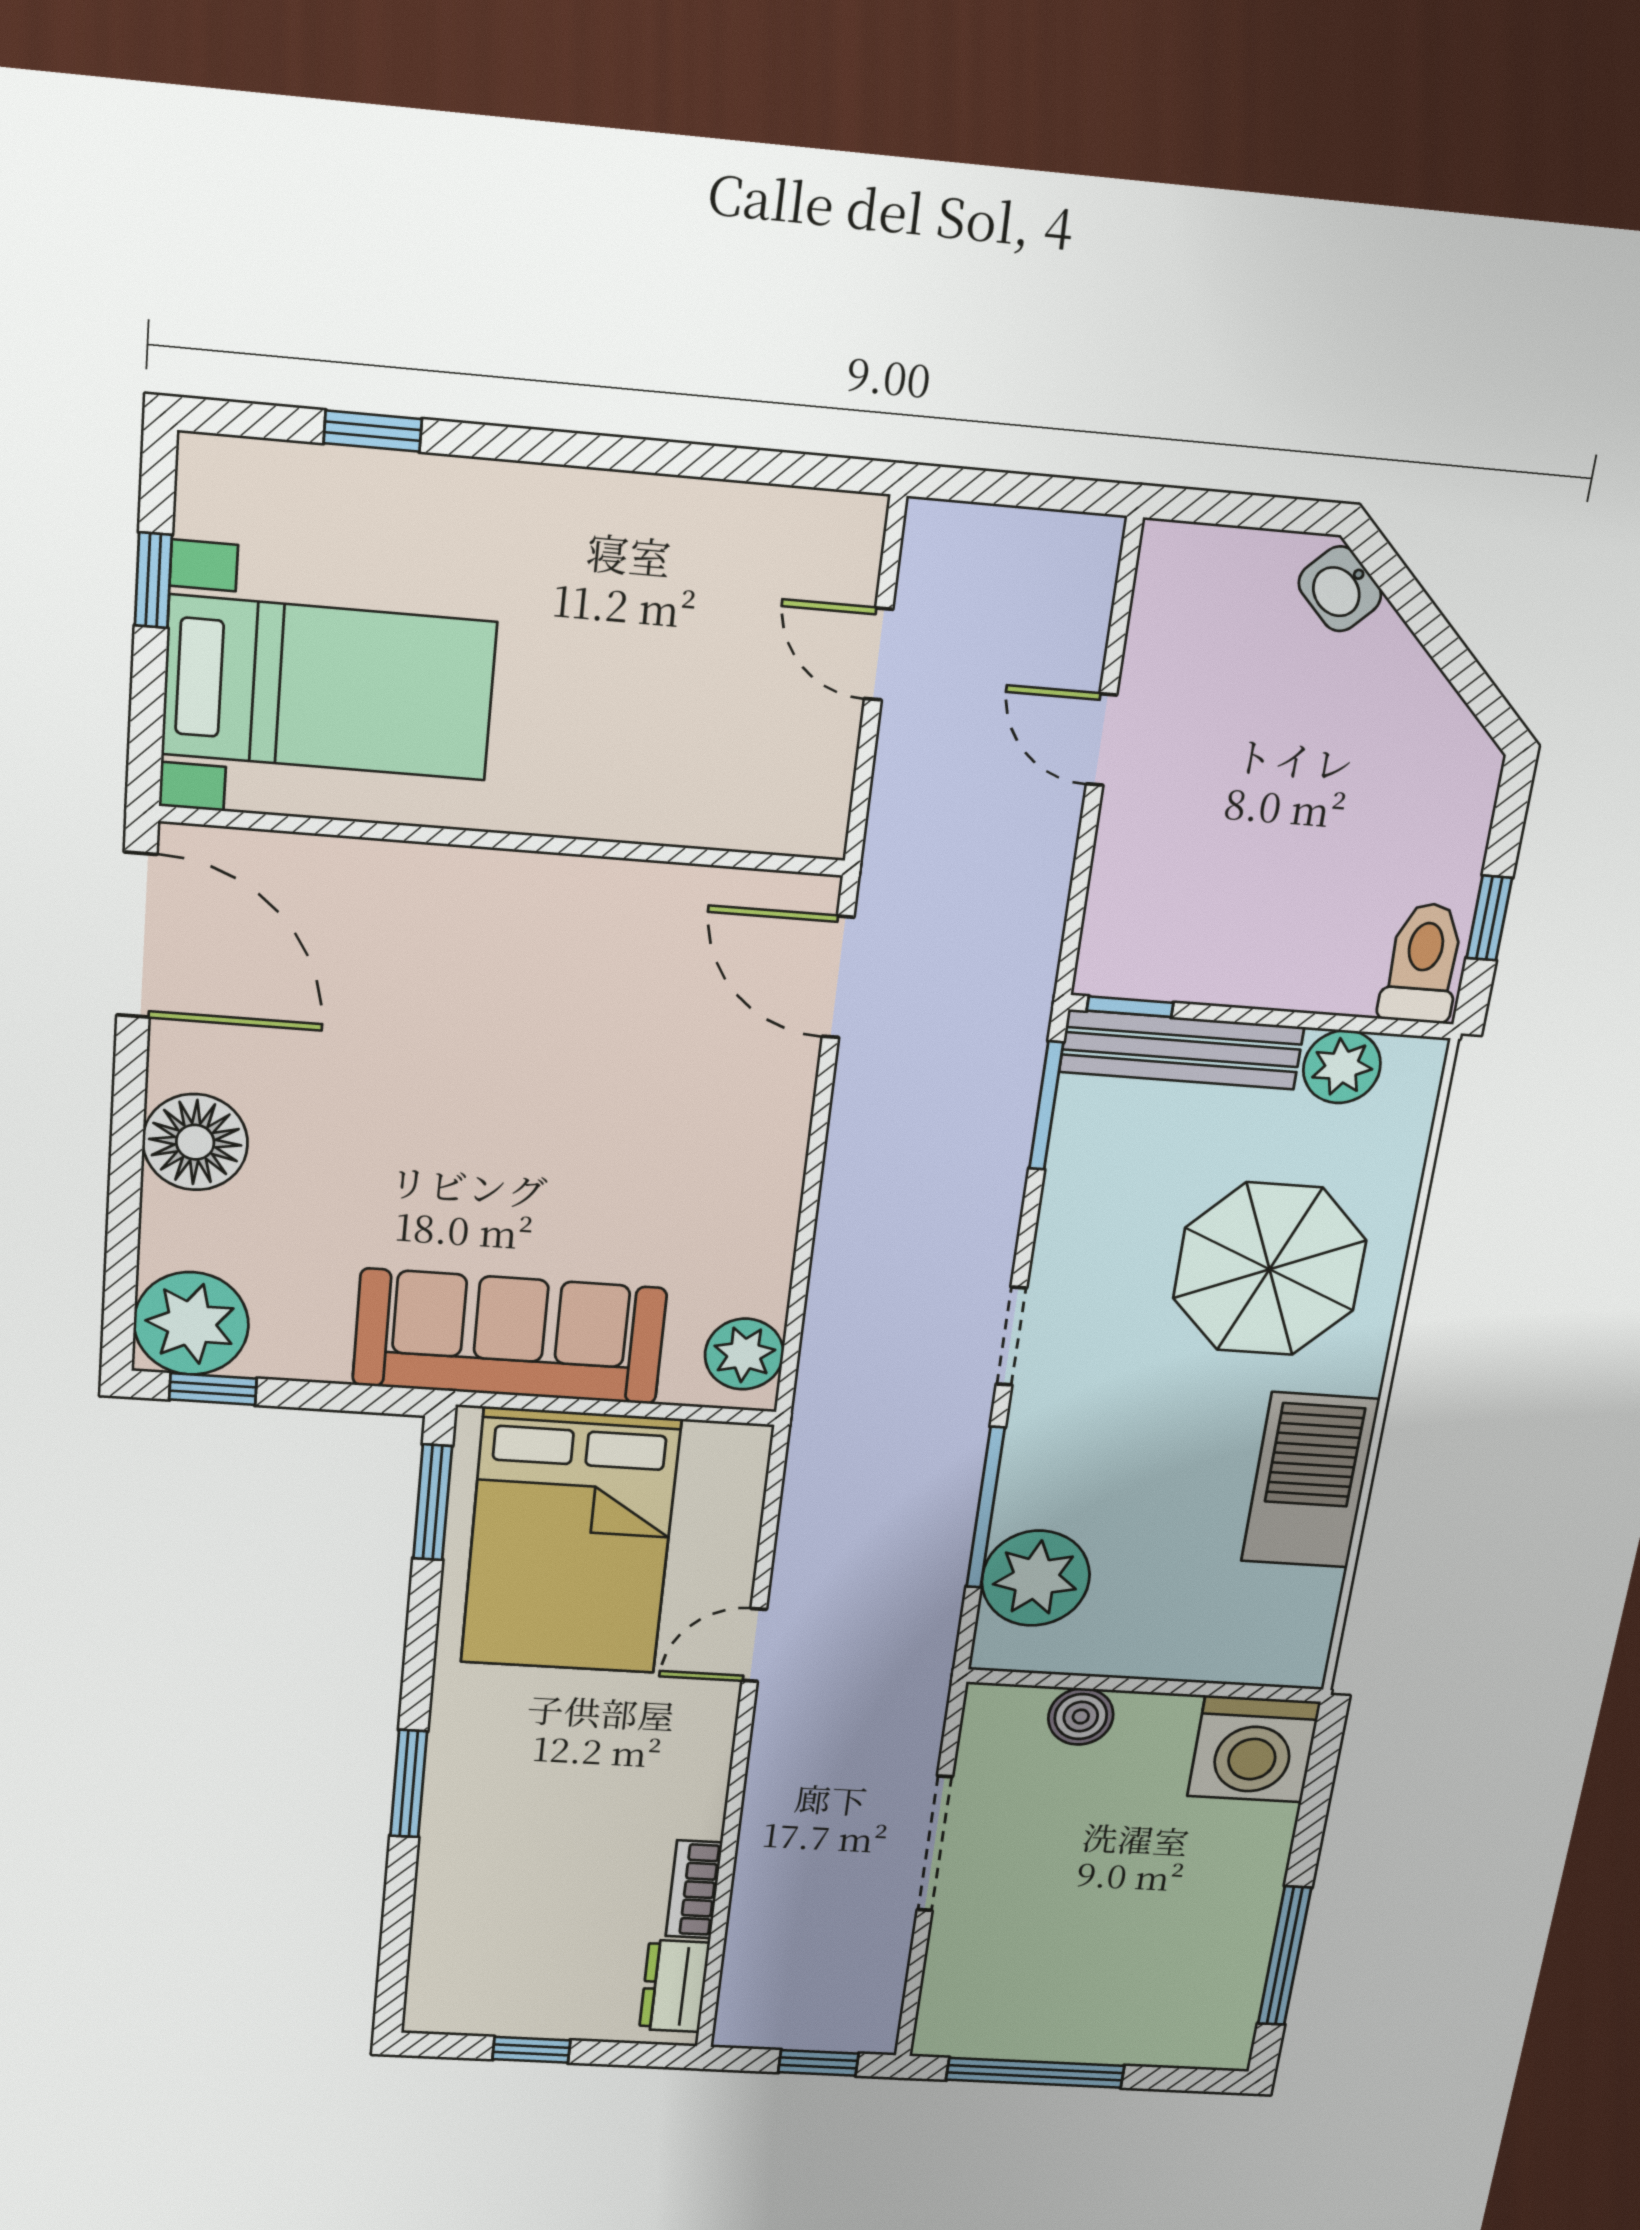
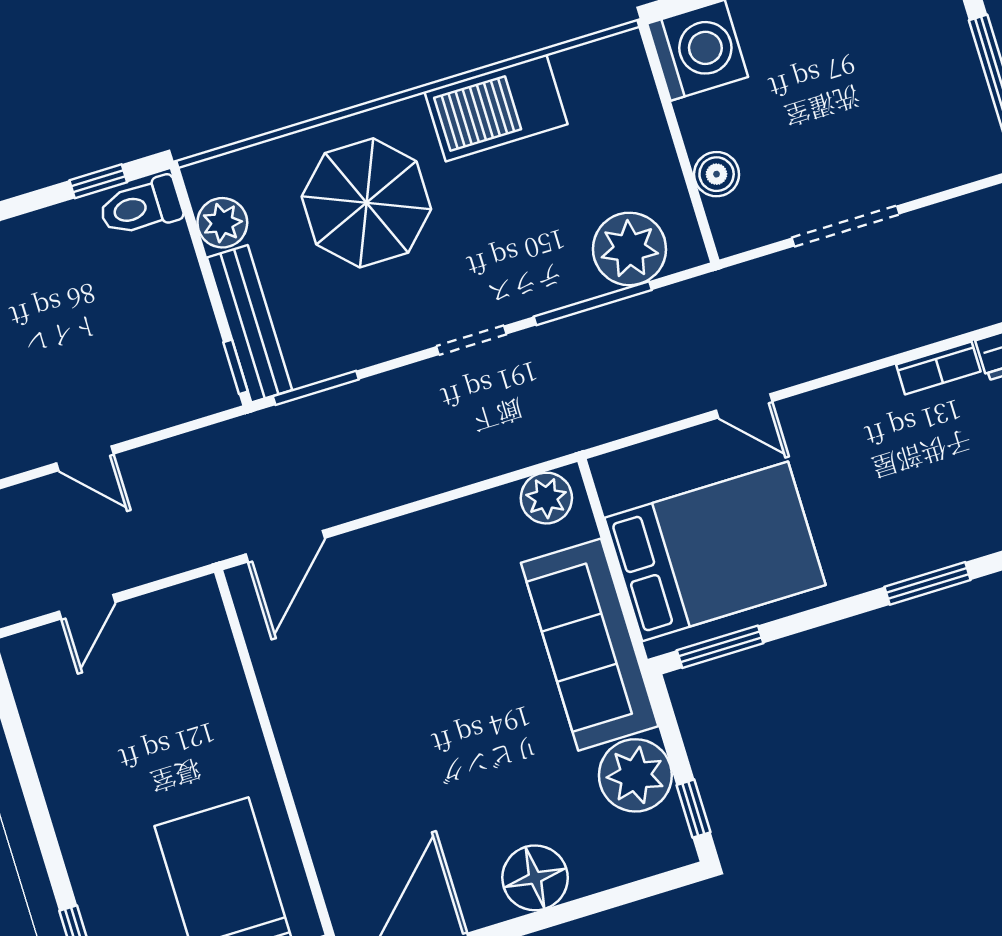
door: (1101, 740) -> (85, 458), hinge flipped
plant: (191, 1323) -> (635, 775), moved

